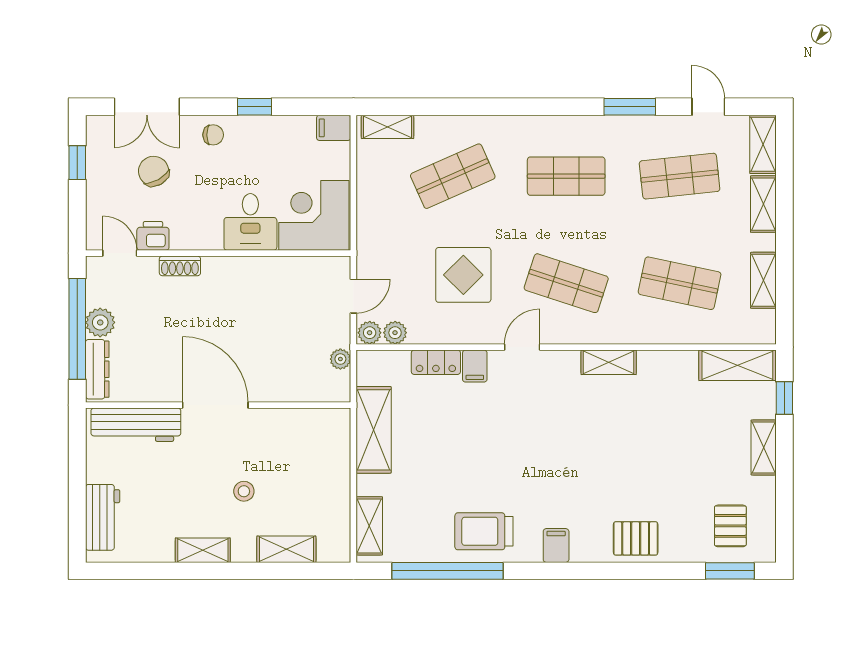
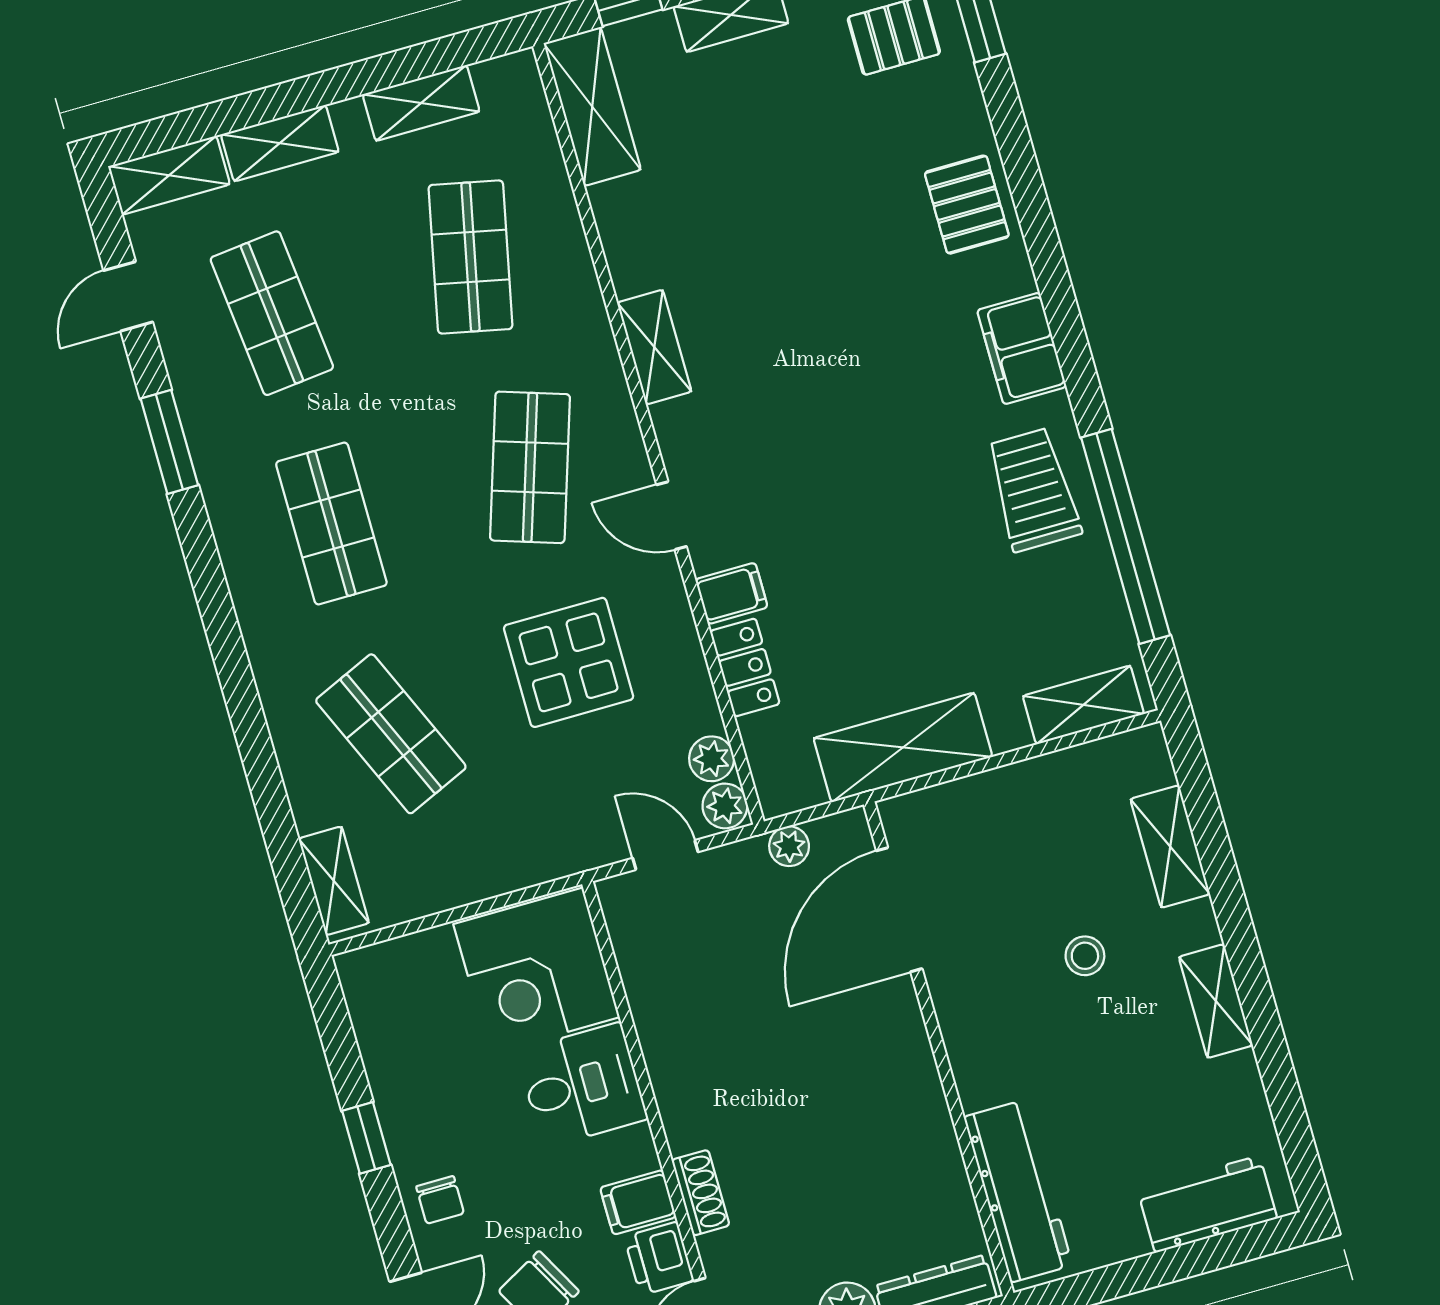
filing cabinet: (334, 128) -> (638, 1202), moved, turned 90
chair: (213, 135) -> (440, 1200), turned 180
door: (215, 405) -> (899, 910), moved
trolley: (484, 531) -> (1033, 490), turned 180
filing cabinet: (556, 545) -> (1022, 348), width x2.00

